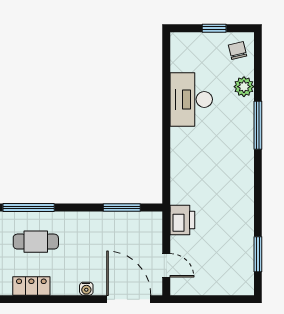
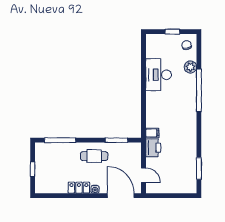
window: (258, 125) -> (199, 90), width x1.46
filing cabinet: (181, 196) -> (152, 133), added
cafe table: (36, 242) -> (94, 156), moved
locker: (31, 286) -> (79, 188), moved

